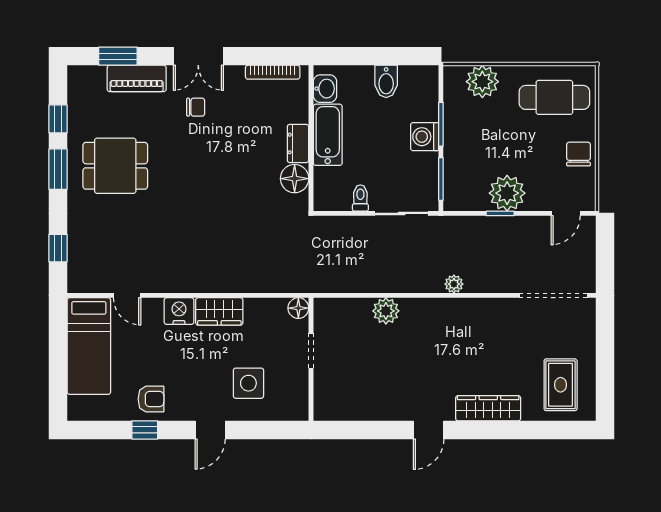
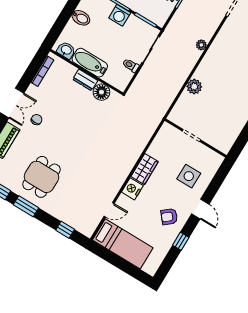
floor lamp: (298, 308) -> (167, 129), removed
armchair: (151, 399) -> (169, 217), moved, turned -130

